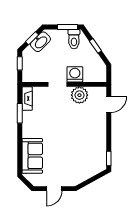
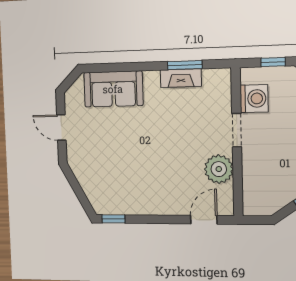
washing machine: (75, 74) -> (254, 99), moved
fireplace: (27, 99) -> (181, 78), moved
door: (109, 104) -> (204, 220), swing flipped

